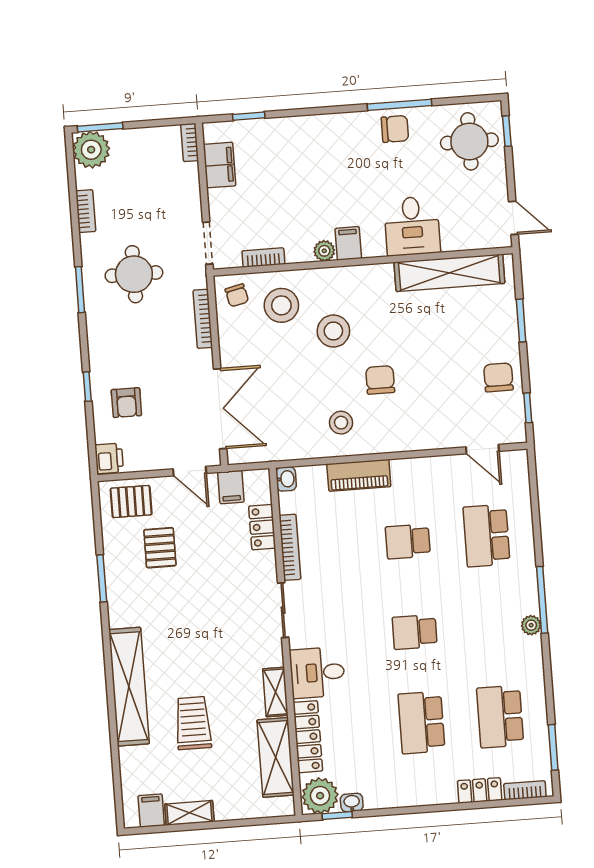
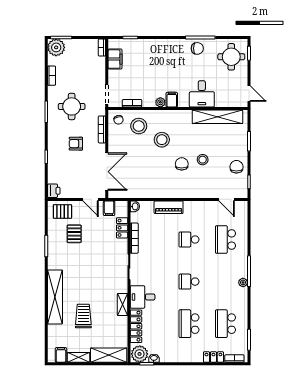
armchair: (126, 403) -> (76, 144), moved, turned 90
stool: (341, 423) -> (203, 160), moved
shelving: (276, 757) -> (109, 355), moved, turned 90

